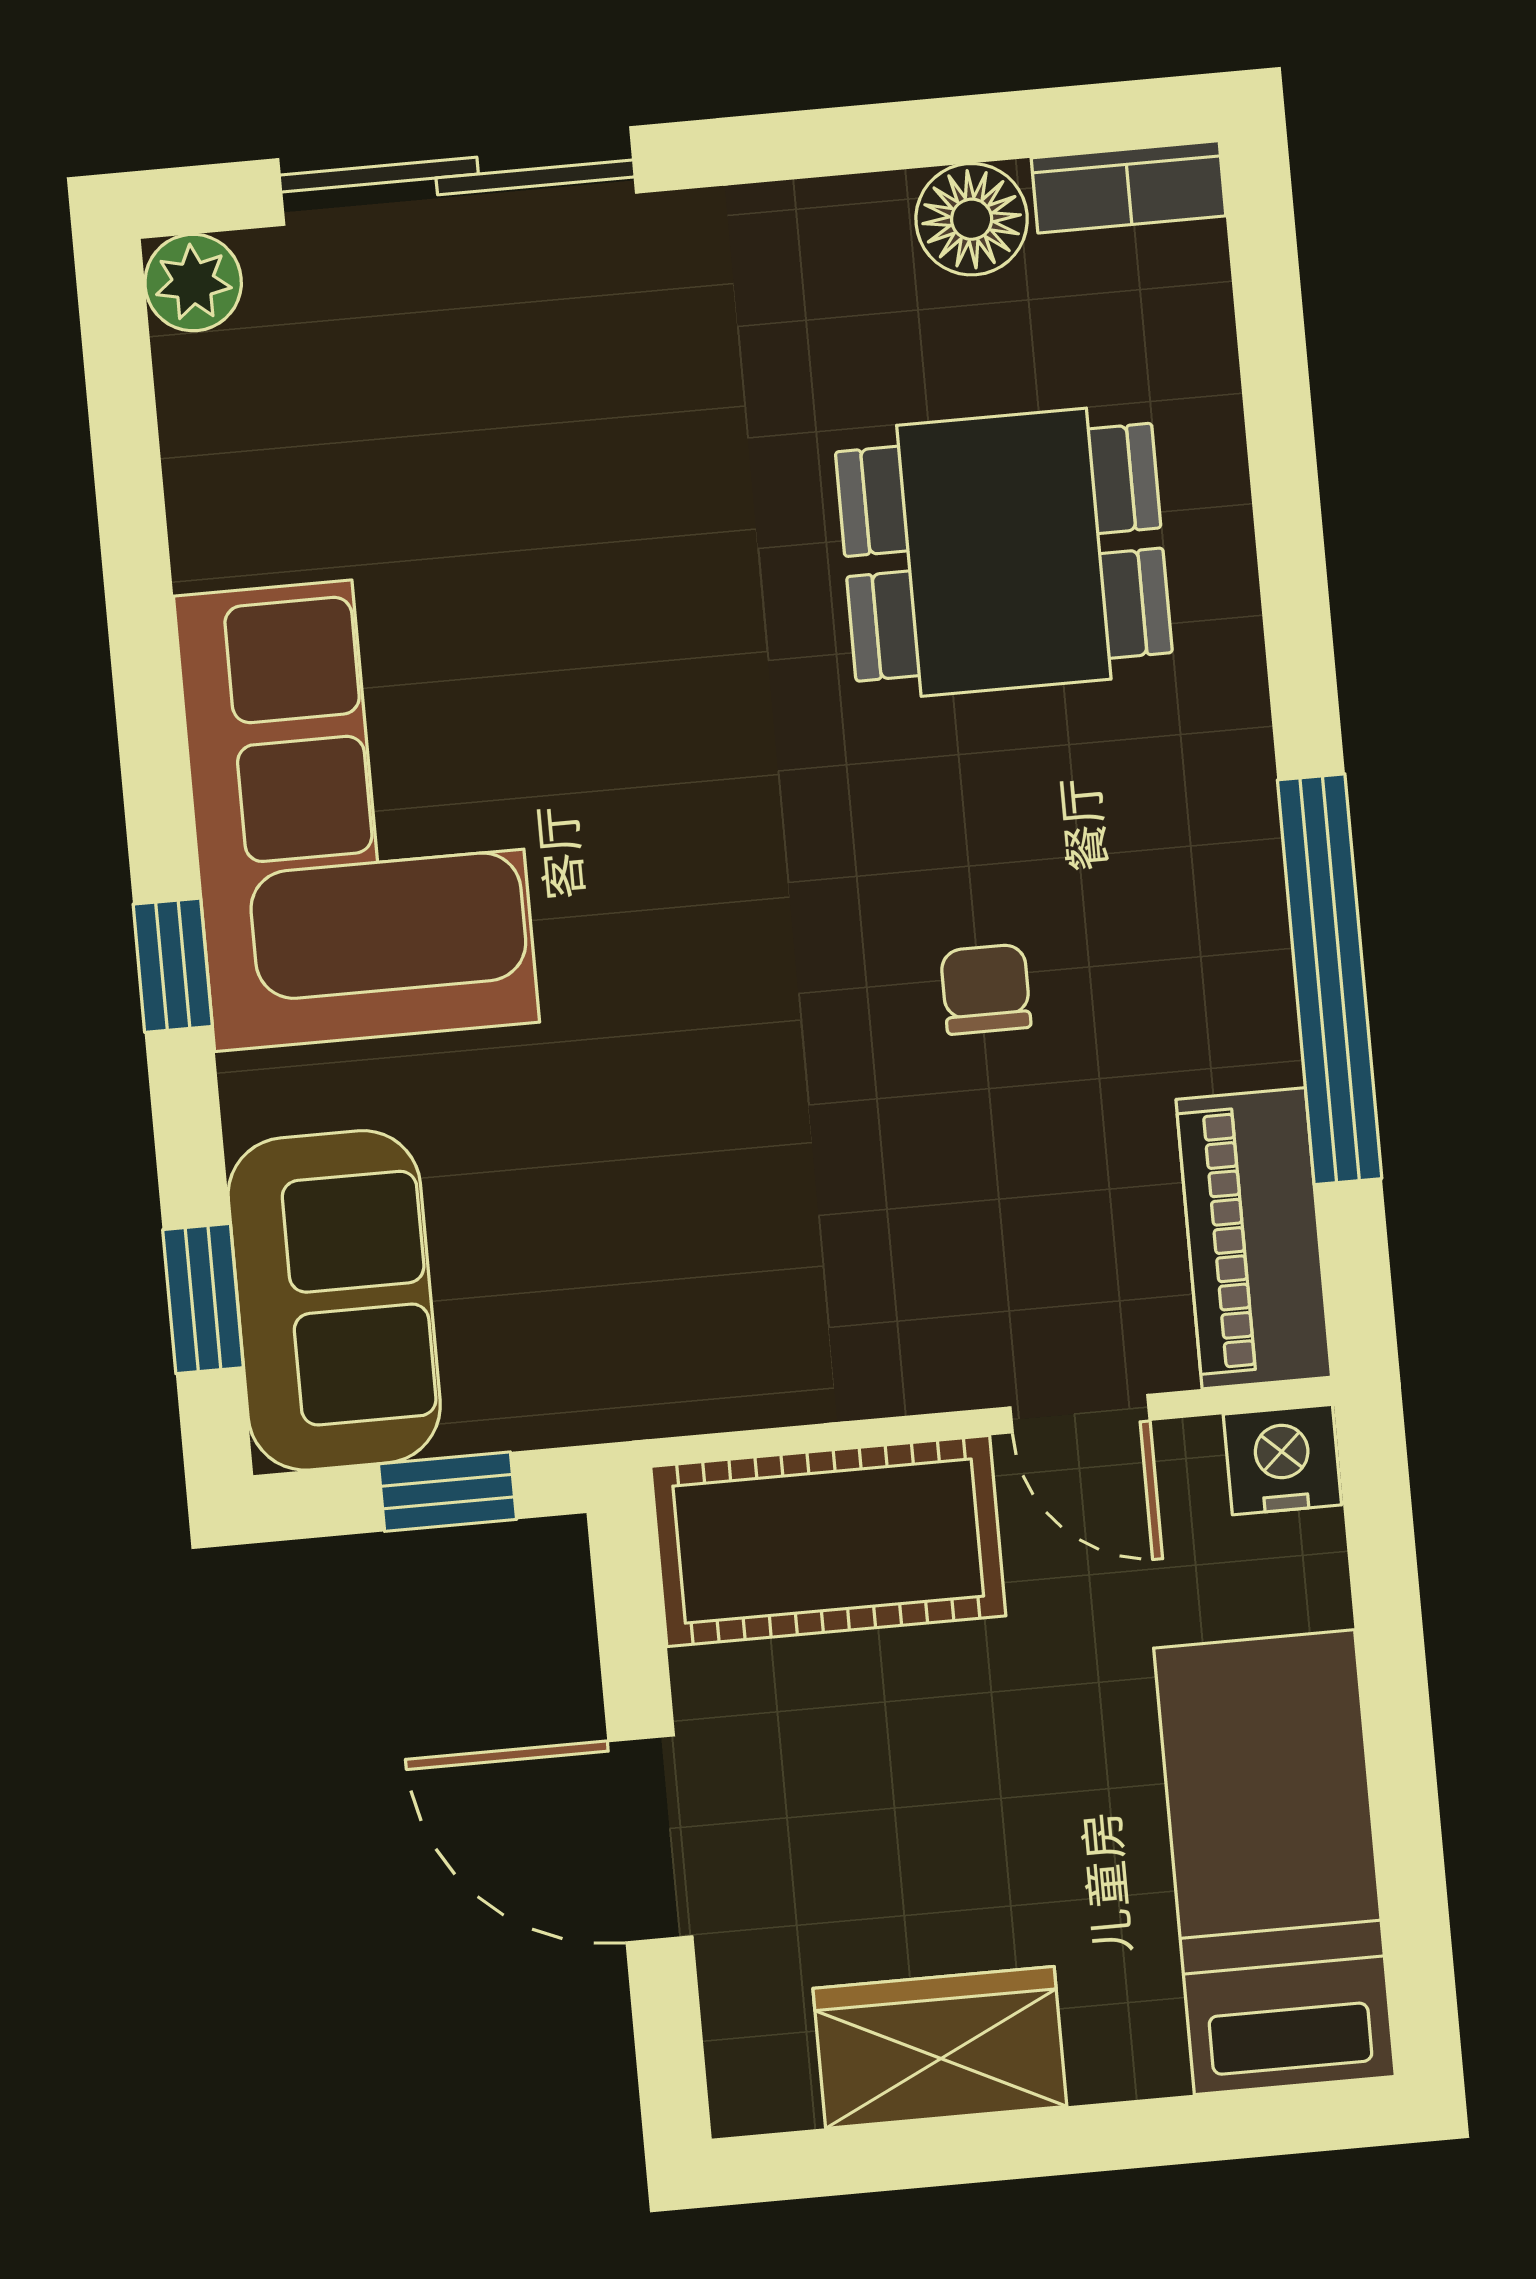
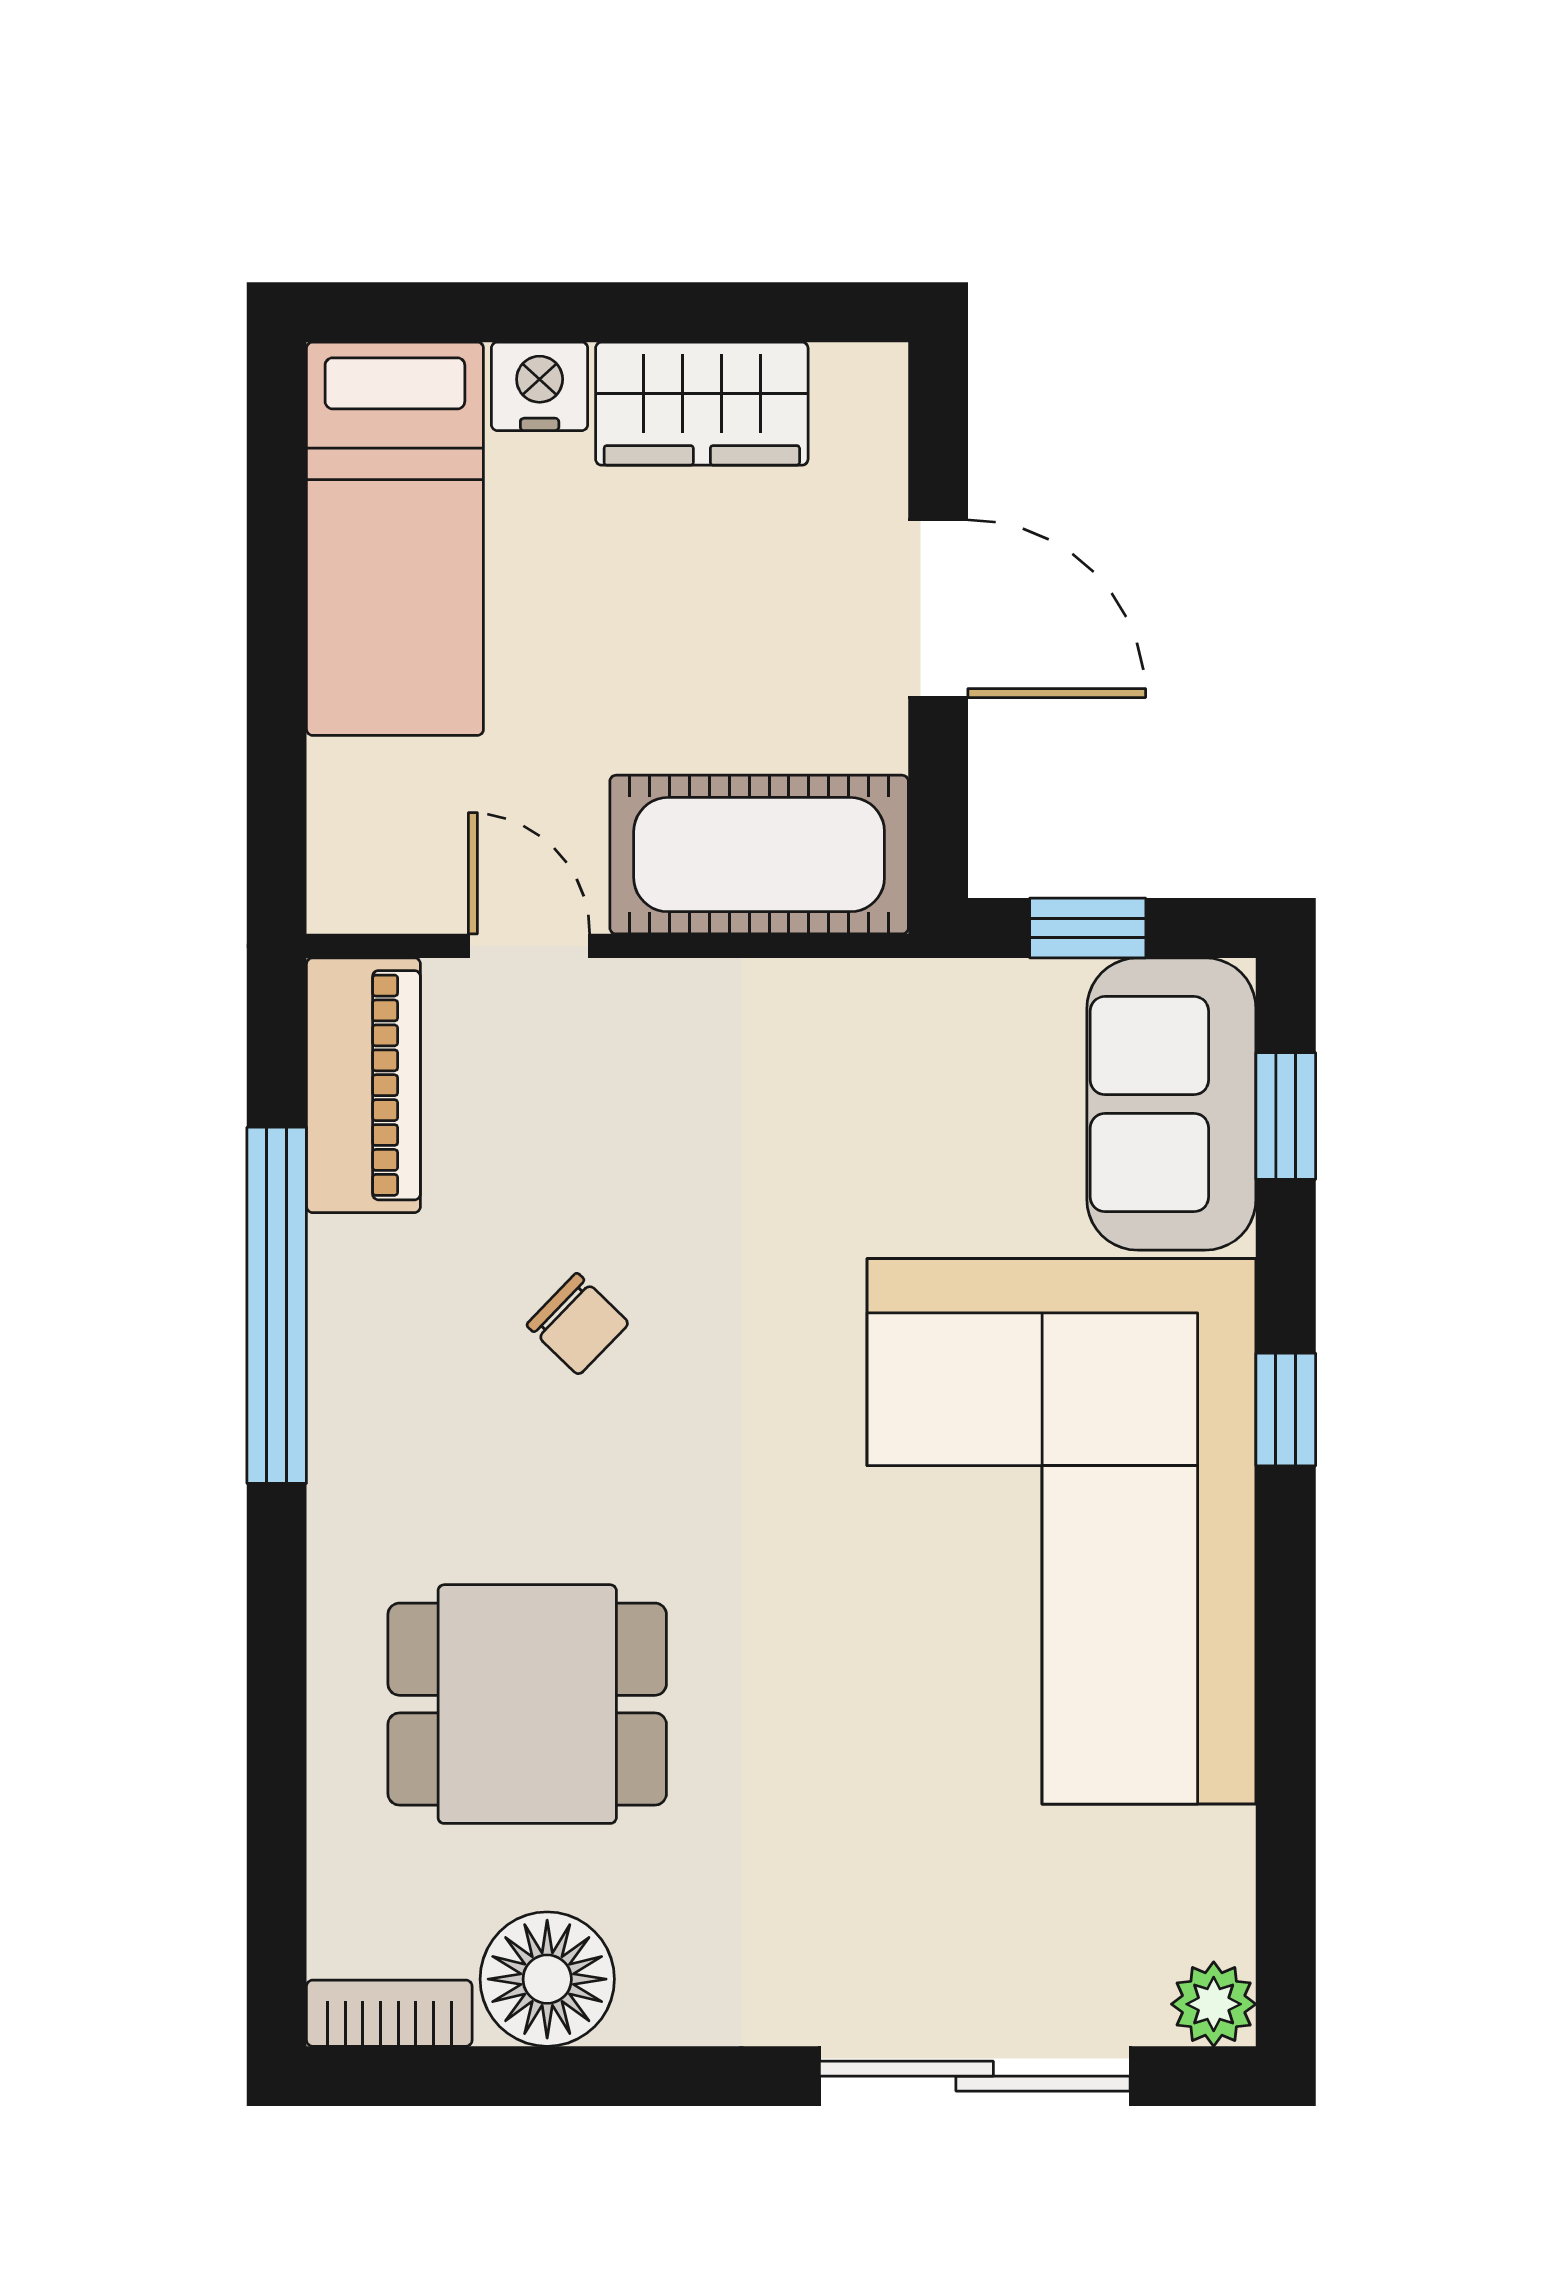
floor lamp: (972, 219) -> (547, 1979), width x1.38, depth x1.38
corner sofa: (356, 809) -> (1061, 1531), width x1.36, depth x1.36
chair: (986, 989) -> (578, 1324), turned -46
nightstand: (1282, 1460) -> (540, 386), moved, turned 180

